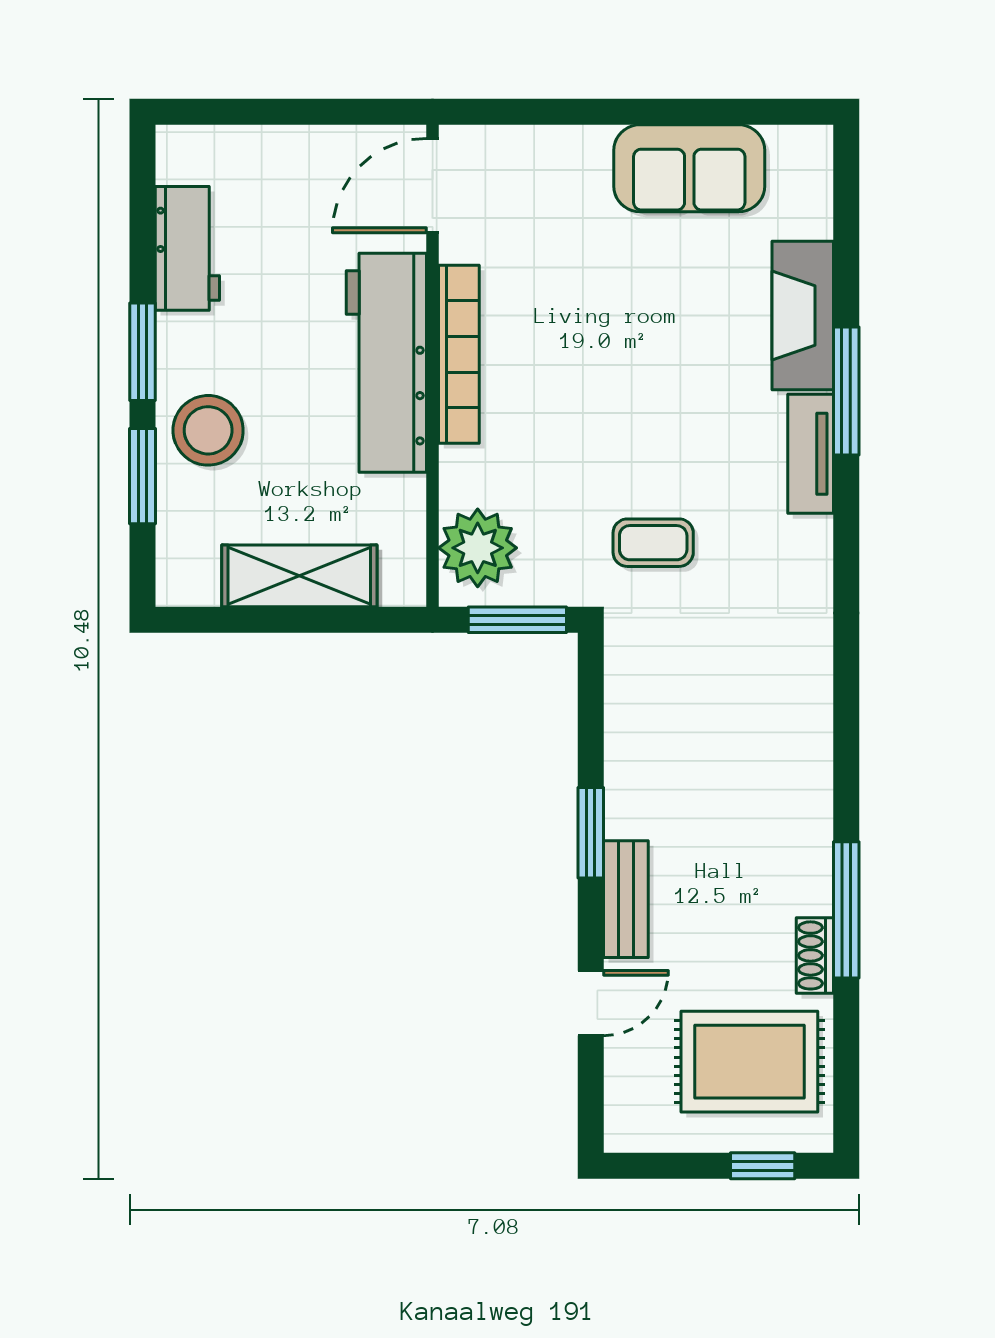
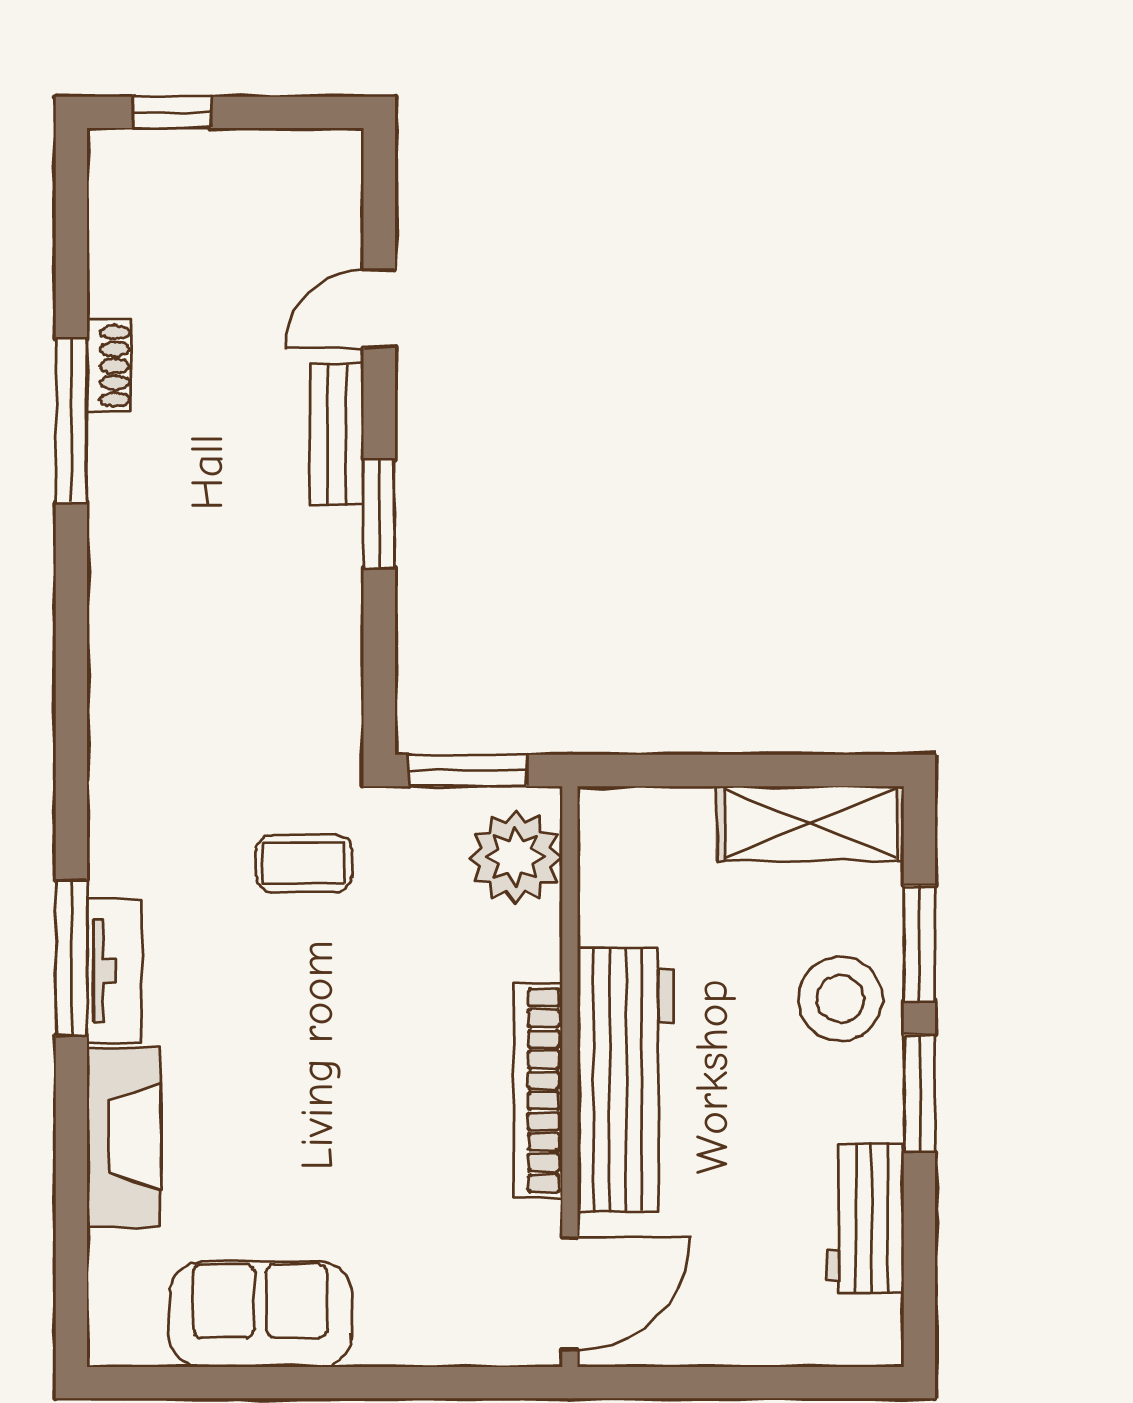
window: (846, 391) -> (71, 958), moved
shelving: (299, 576) -> (810, 823), moved
rug: (749, 1062) -> (188, 238), removed

